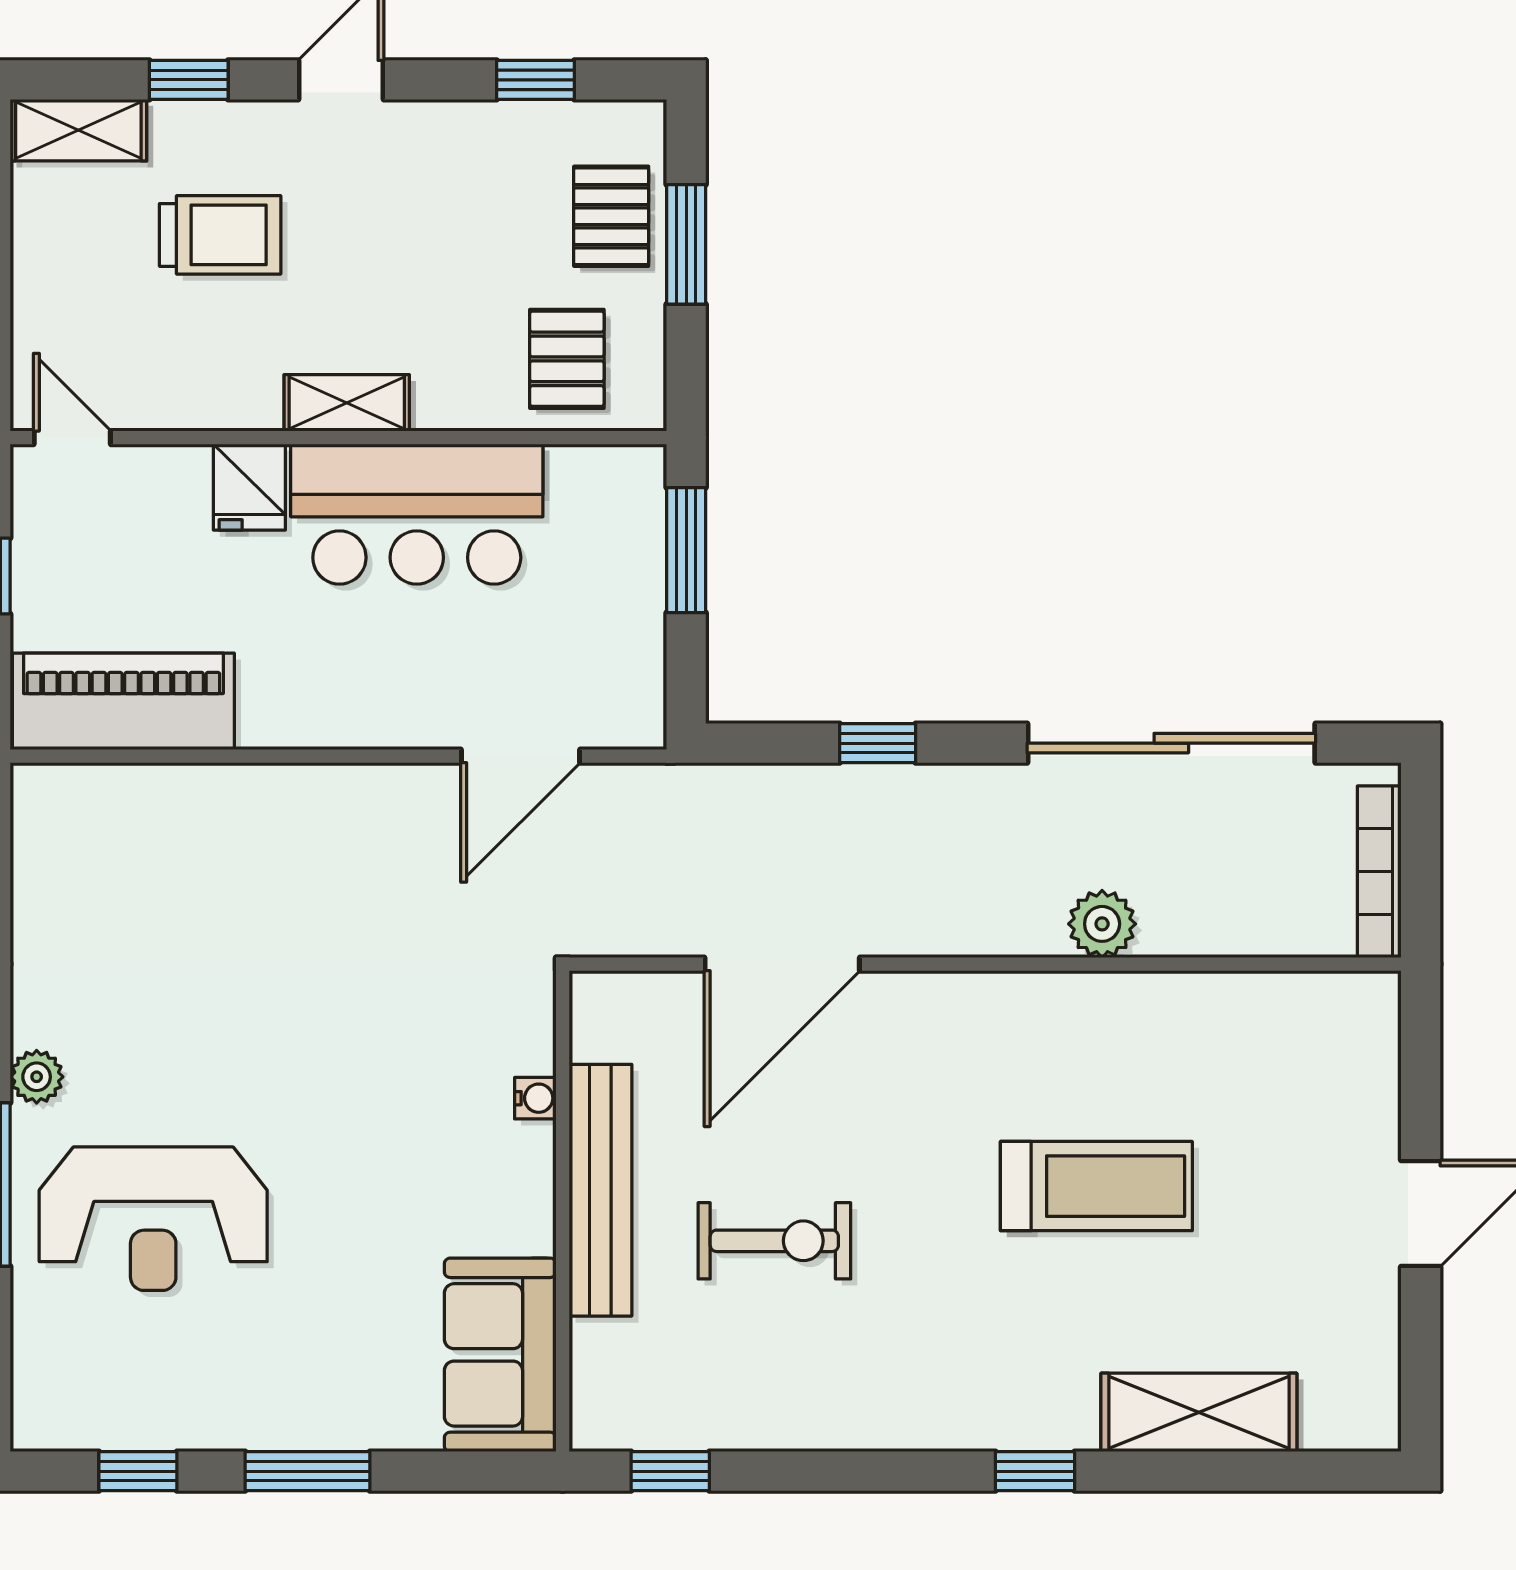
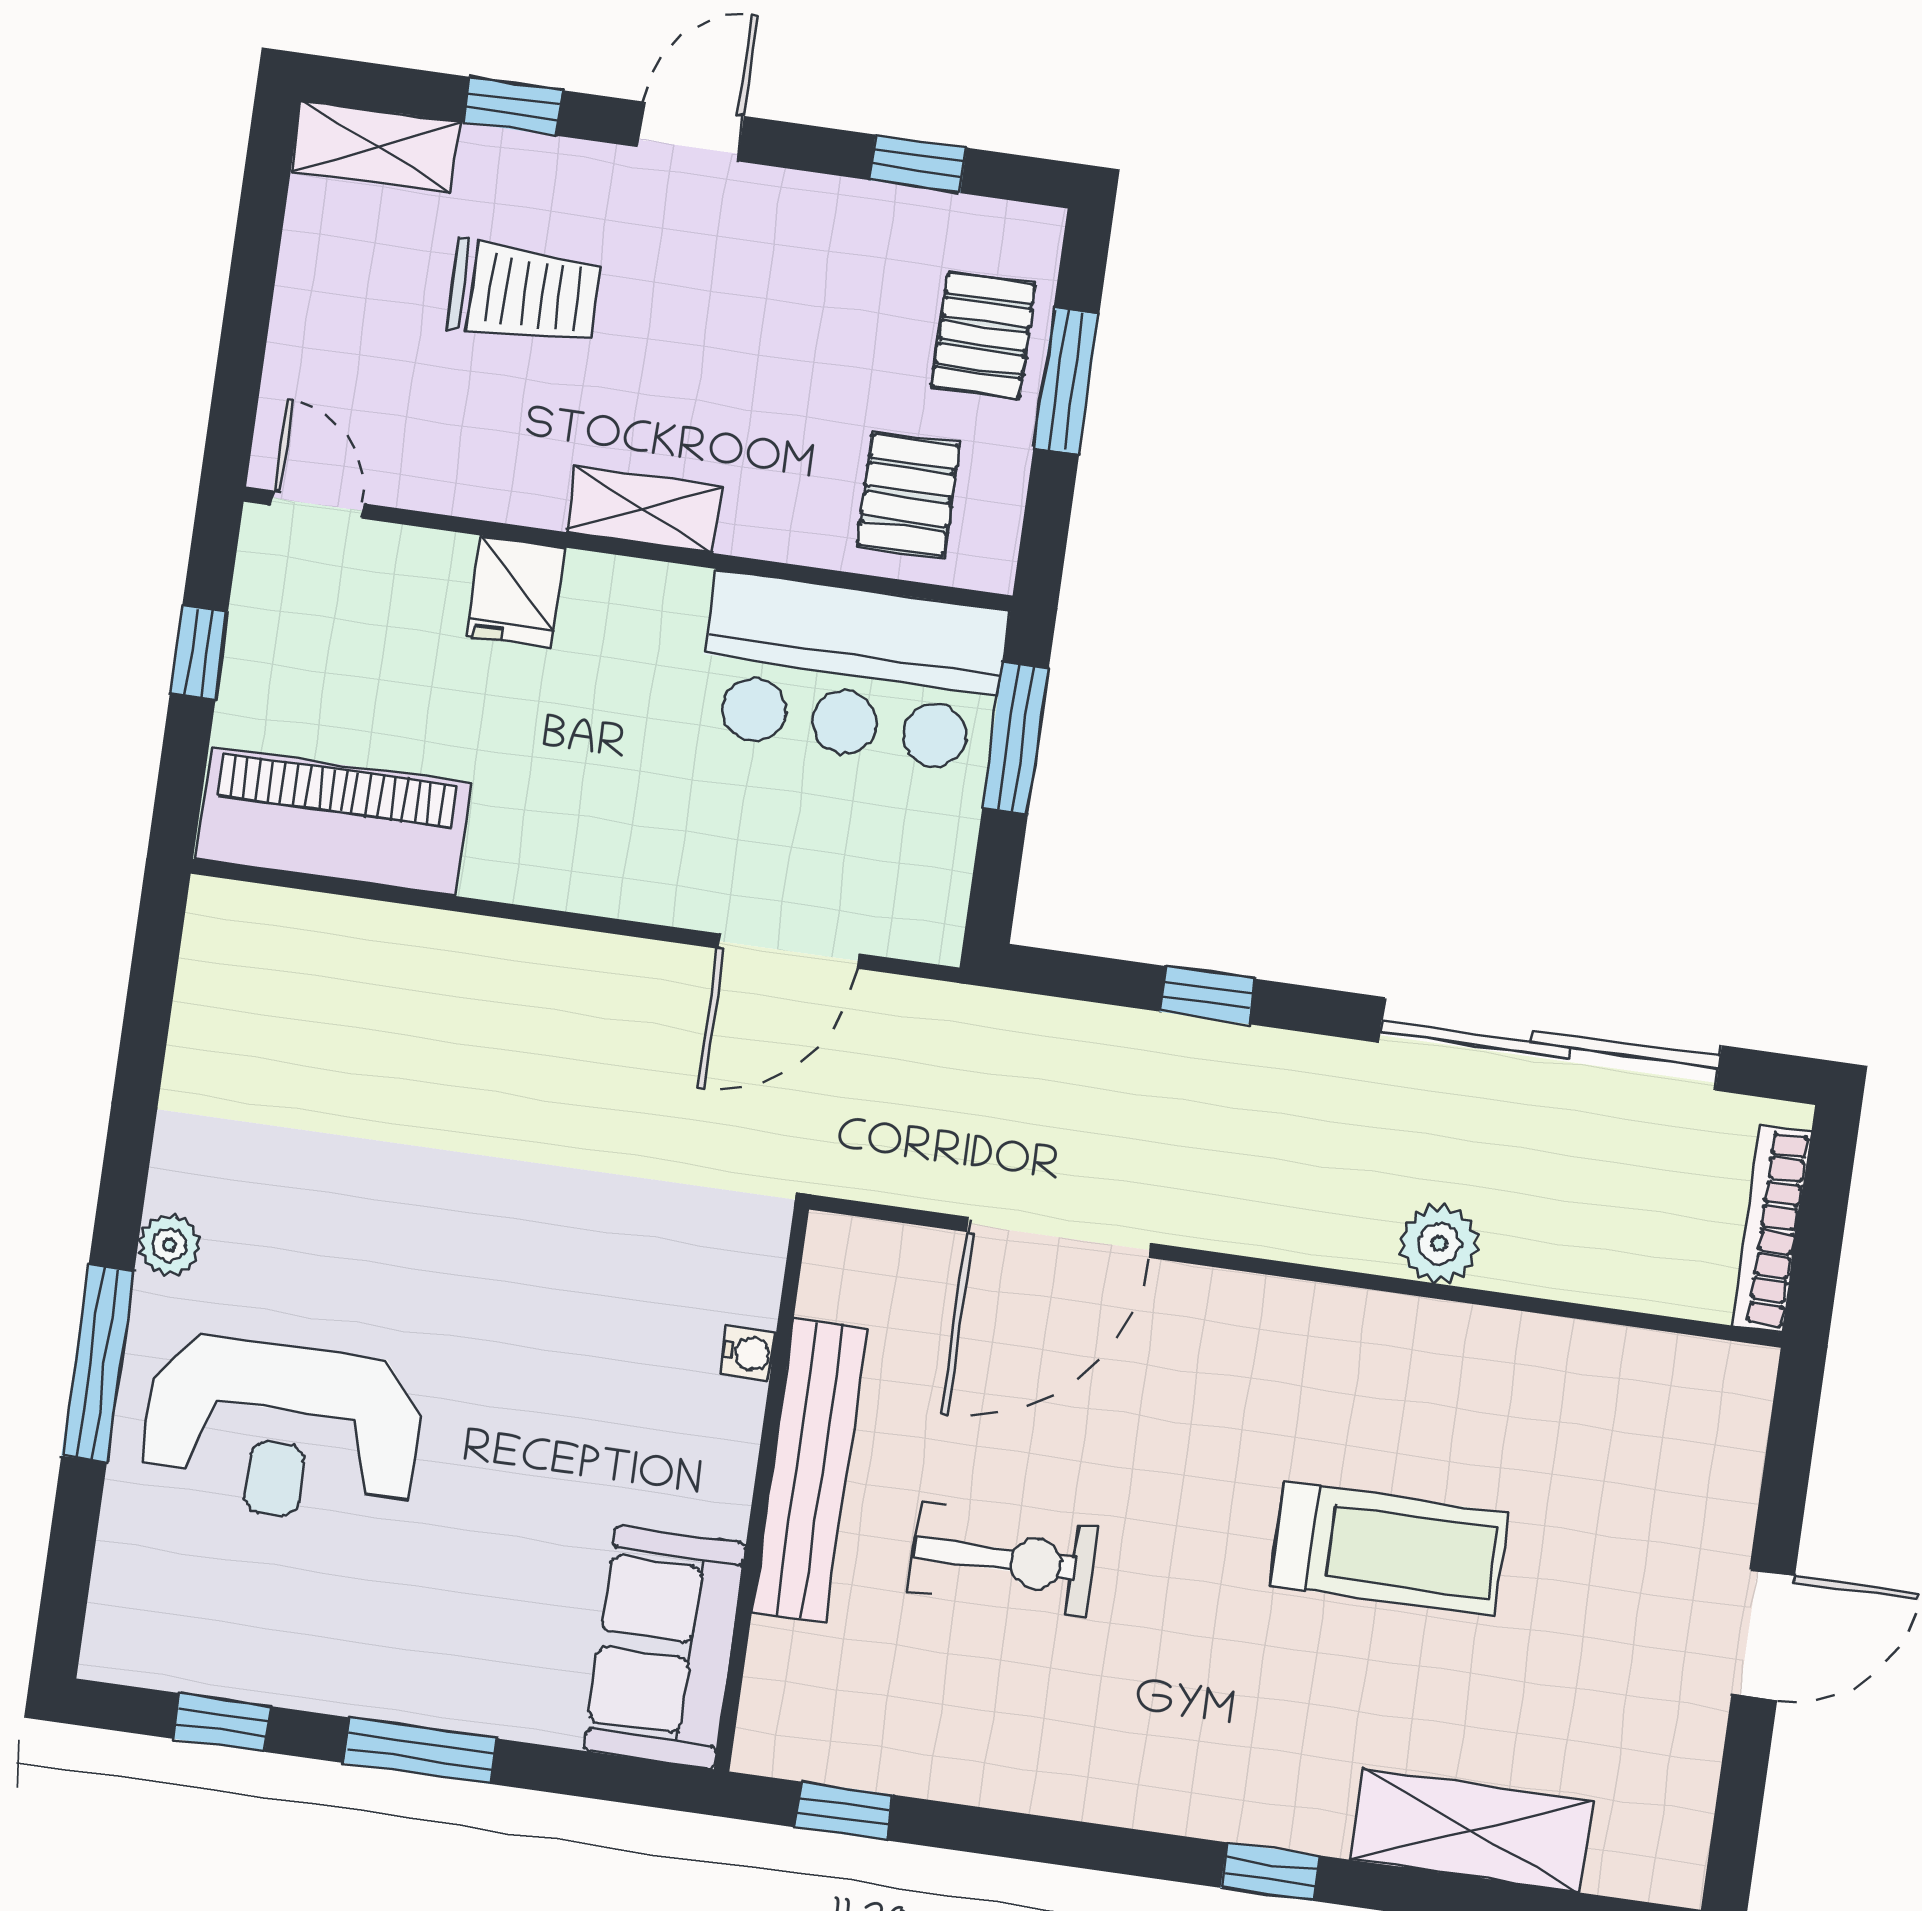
bar counter: (417, 514) -> (851, 672), moved

